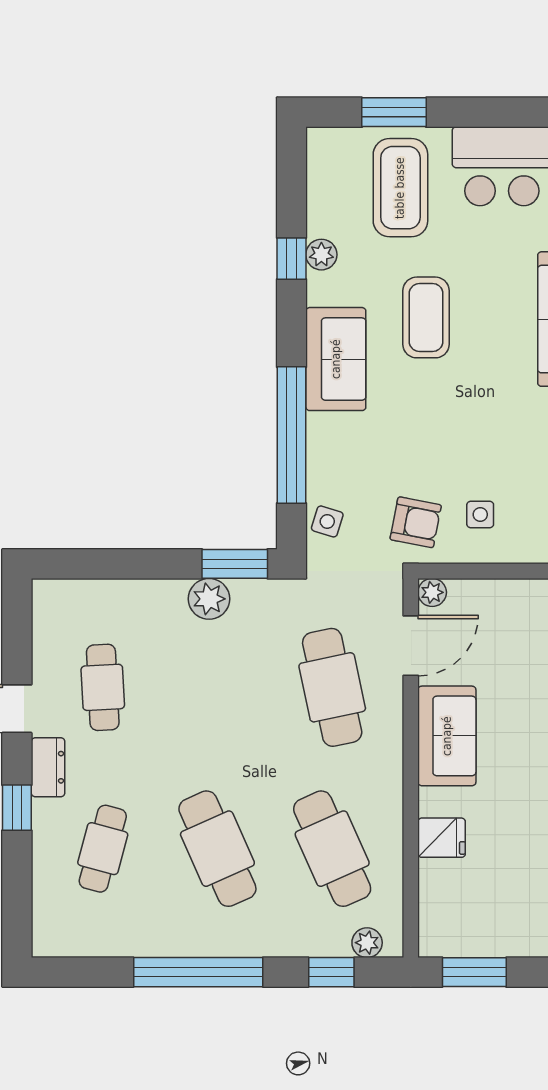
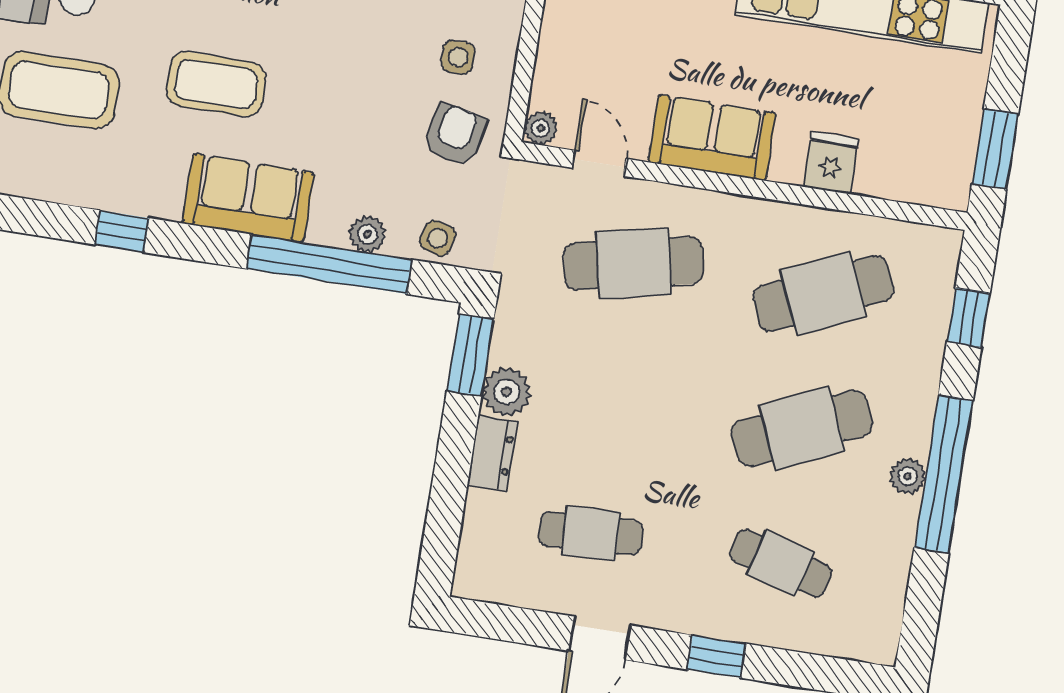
plant: (321, 255) -> (367, 234), moved
door: (411, 646) -> (599, 163), width x0.73
dresser: (48, 767) -> (492, 453), moved, turned 90
plant: (367, 943) -> (908, 476), moved

